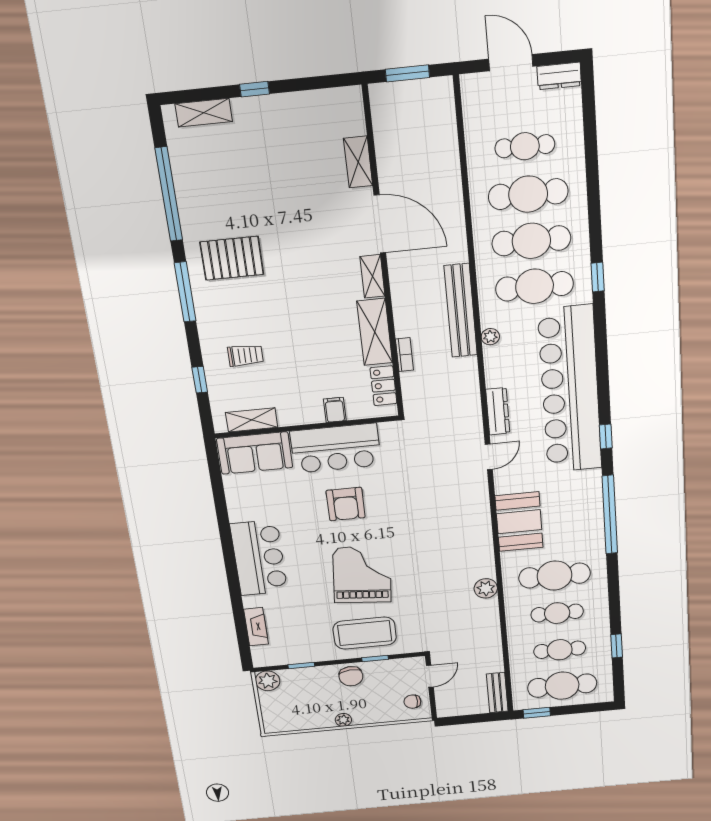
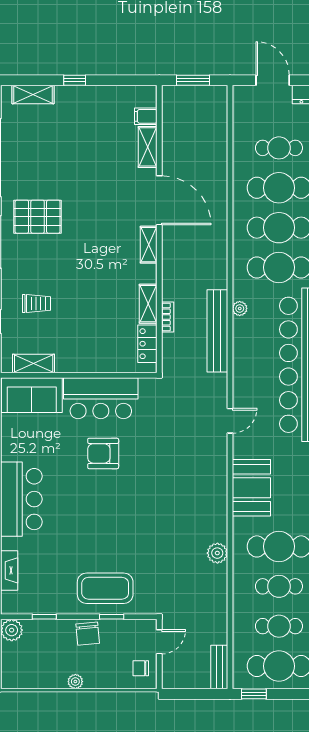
bench: (461, 311) -> (217, 331), moved
shelving: (375, 332) -> (148, 304), width x0.67, depth x0.75
filing cabinet: (335, 410) -> (146, 116), moved, turned -90
dresser: (498, 411) -> (241, 378), removed
armchair: (346, 504) -> (103, 453), turned 90
grand piano: (362, 575) -> (110, 527), removed

